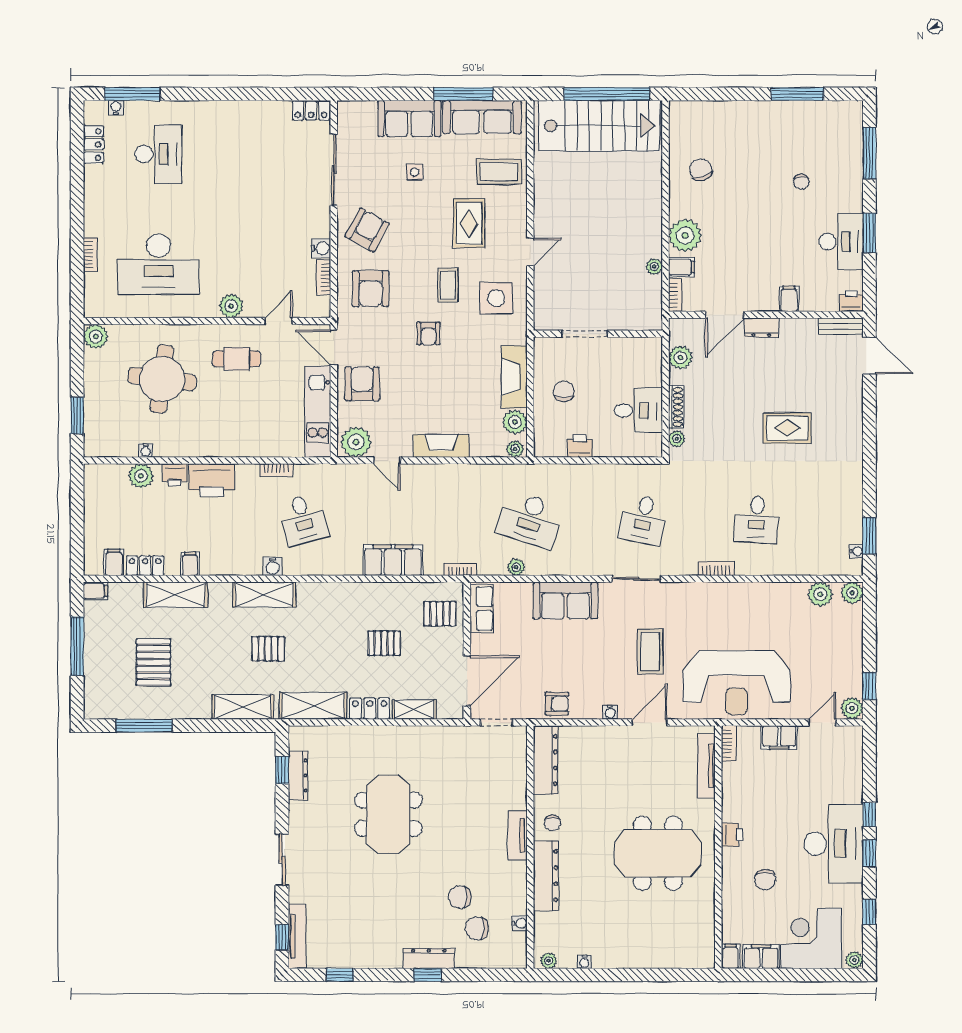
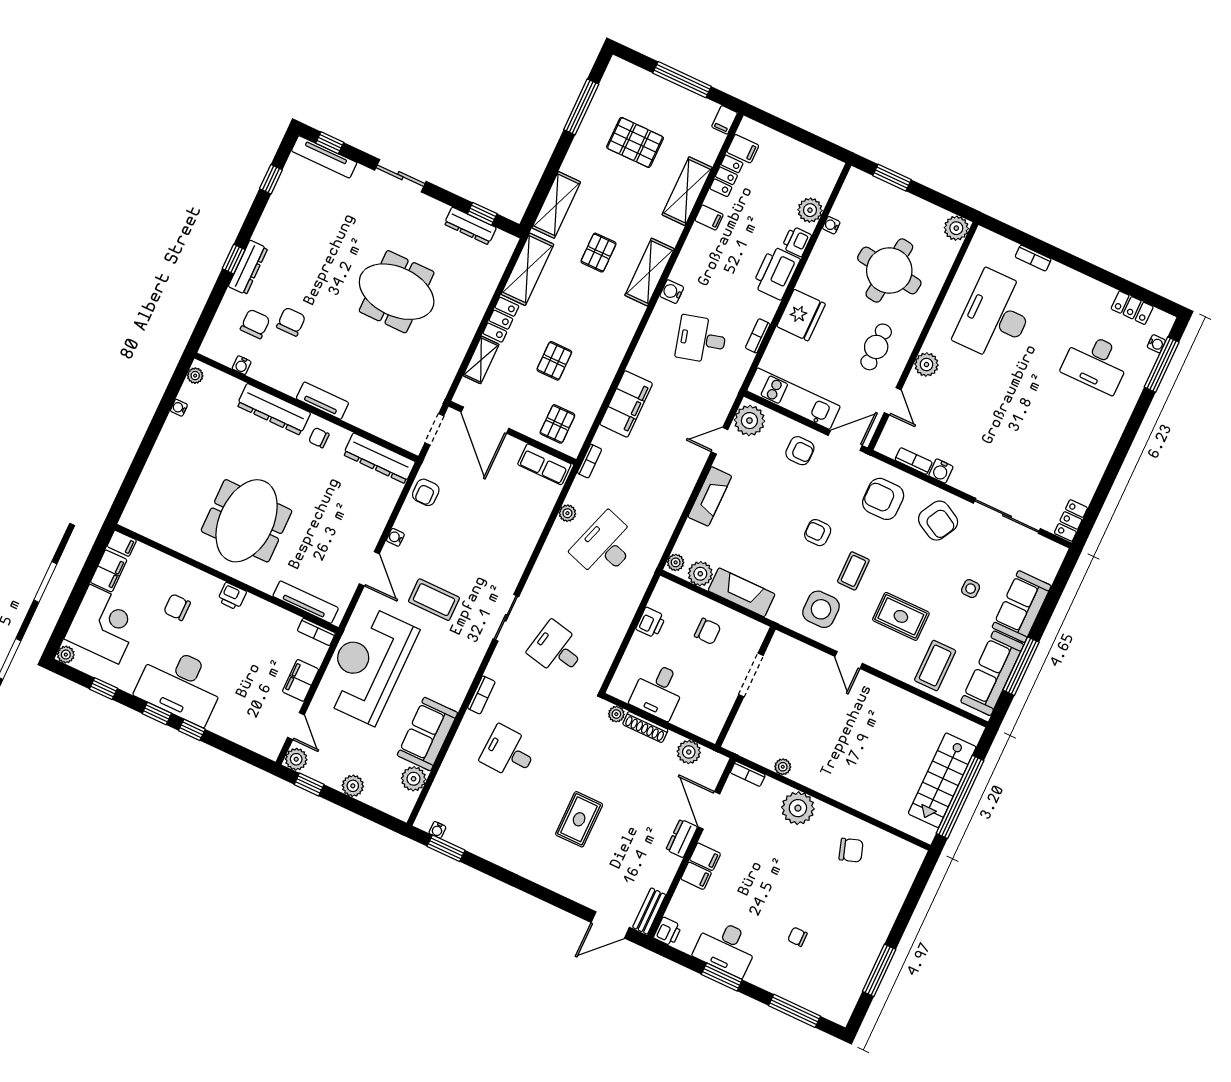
stairs: (599, 126) -> (942, 780), width x0.73, depth x0.66
filing cabinet: (682, 267) -> (705, 857), moved, turned -90
coffee table: (448, 285) -> (853, 571), turned 90
armchair: (362, 384) -> (800, 451), width x0.72, depth x0.72
fridge: (239, 440) -> (801, 315), added
plant: (852, 593) -> (353, 786), moved
sofa: (565, 601) -> (427, 734), moved

